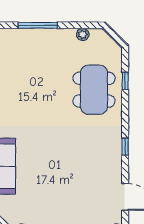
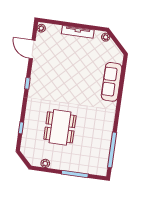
dining table: (94, 90) -> (60, 127), moved

